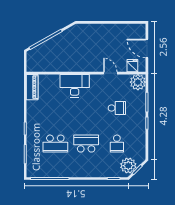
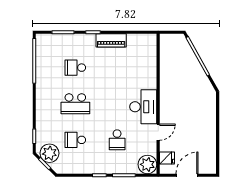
desk: (75, 86) -> (143, 107), moved
piano: (32, 87) -> (111, 40), moved
school desk: (55, 144) -> (75, 68), width x0.54
school desk: (86, 144) -> (75, 104), turned 90

